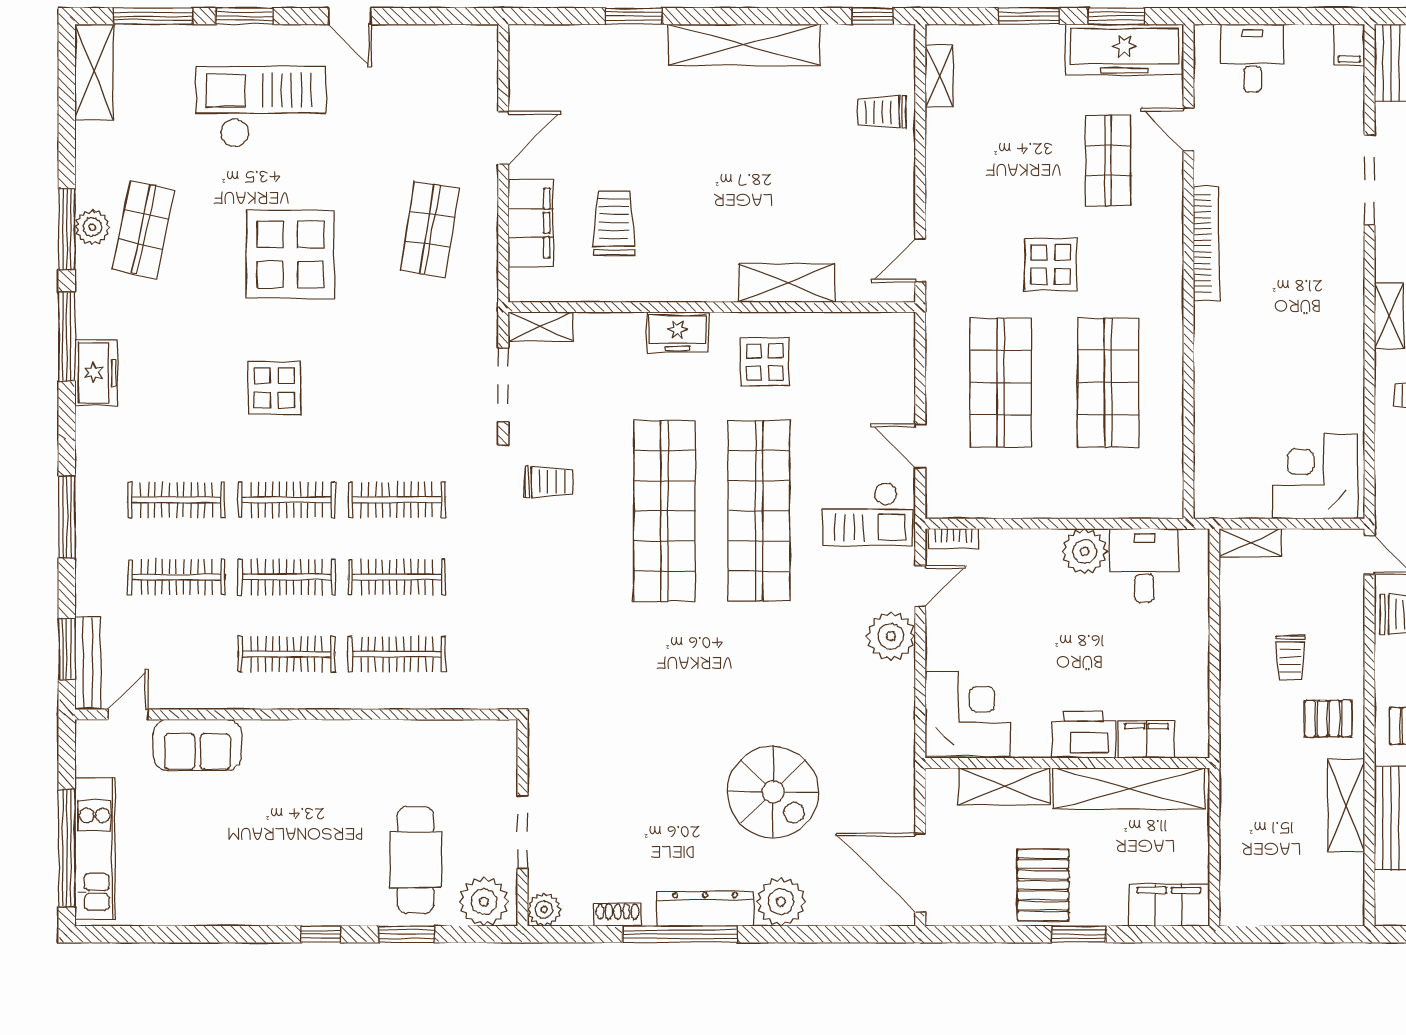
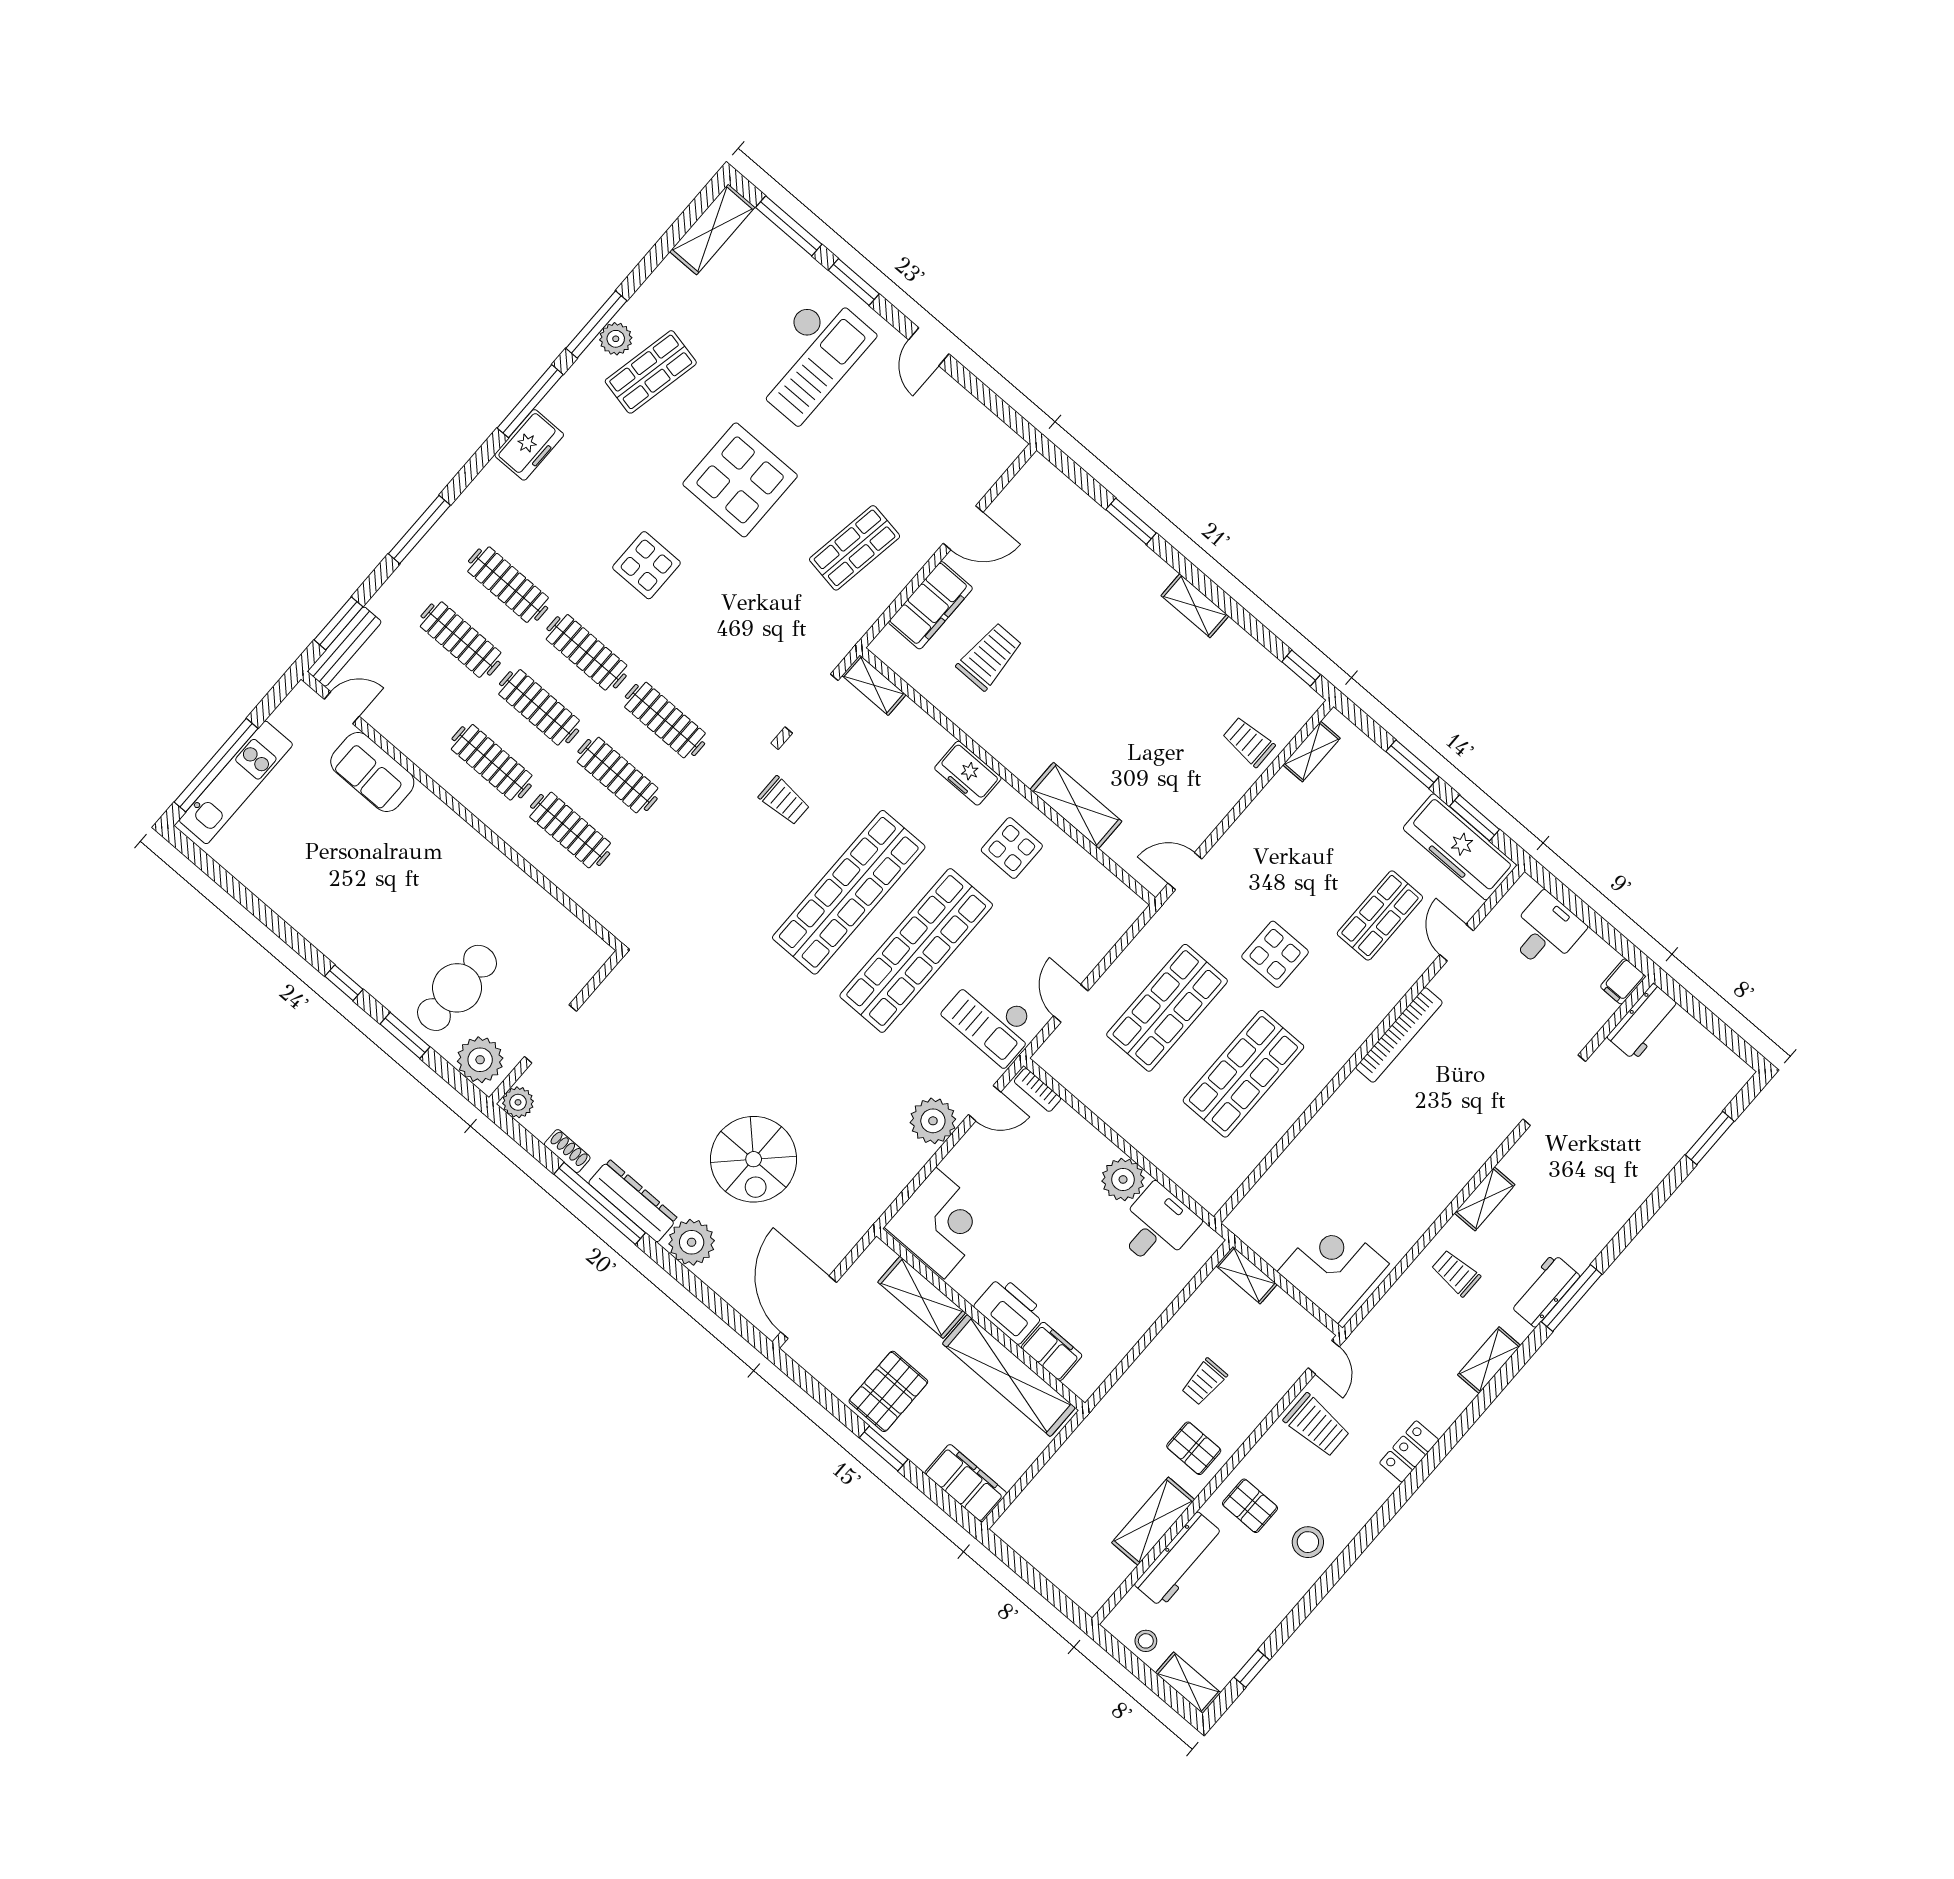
shelving: (744, 45) -> (1195, 606), width x0.45, depth x0.75
checkout: (261, 107) -> (810, 357), turned 90

